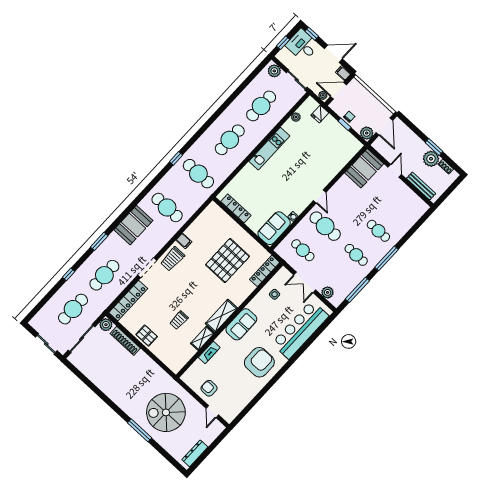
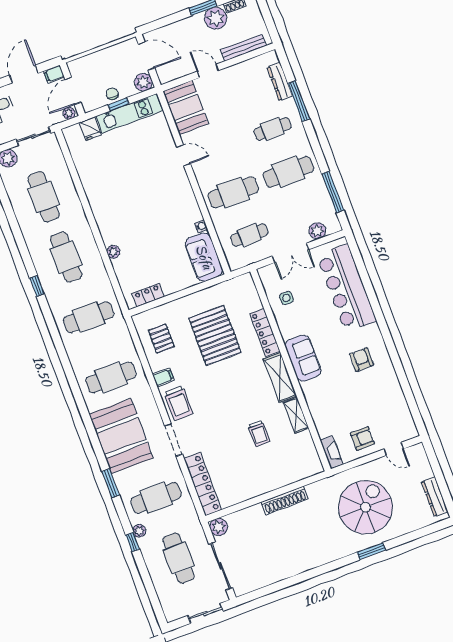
plant: (296, 117) -> (113, 252), moved
kitchen unit: (269, 149) -> (129, 113), moved, turned 90
window: (176, 158) -> (37, 286), moved
door: (320, 197) -> (184, 155), moved
locker: (236, 208) -> (148, 295), width x0.66
dresser: (411, 220) -> (280, 82), added
booth: (133, 225) -> (121, 436), width x1.36, depth x1.42
cafe table: (356, 255) -> (288, 172), width x1.37, depth x1.35
window: (387, 258) -> (299, 101), moved
locker: (265, 271) -> (265, 332), moved
plant: (78, 275) -> (139, 531), added
cafe table: (104, 275) -> (156, 498), turned 90
pallet: (147, 336) -> (161, 339), moved, turned 90
shoe rack: (125, 341) -> (285, 500), moved
fireplace: (209, 352) -> (332, 452), moved
armchair: (259, 362) -> (362, 359), width x0.53, depth x0.53
armchair: (209, 388) -> (362, 438), turned 180
spiral stairs: (166, 412) -> (365, 507), turned 180
window: (140, 430) -> (371, 551), width x0.69

